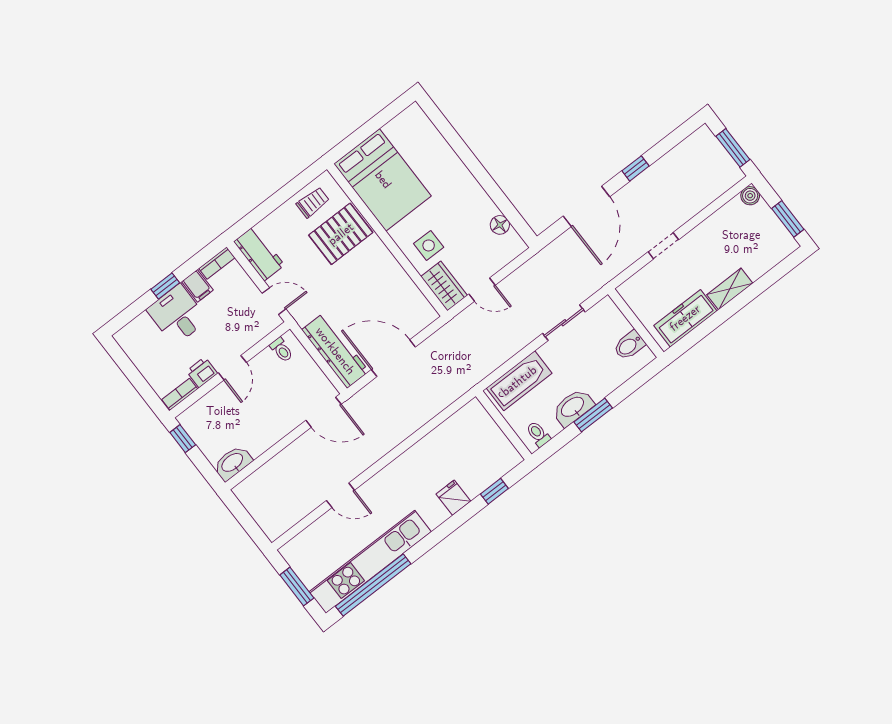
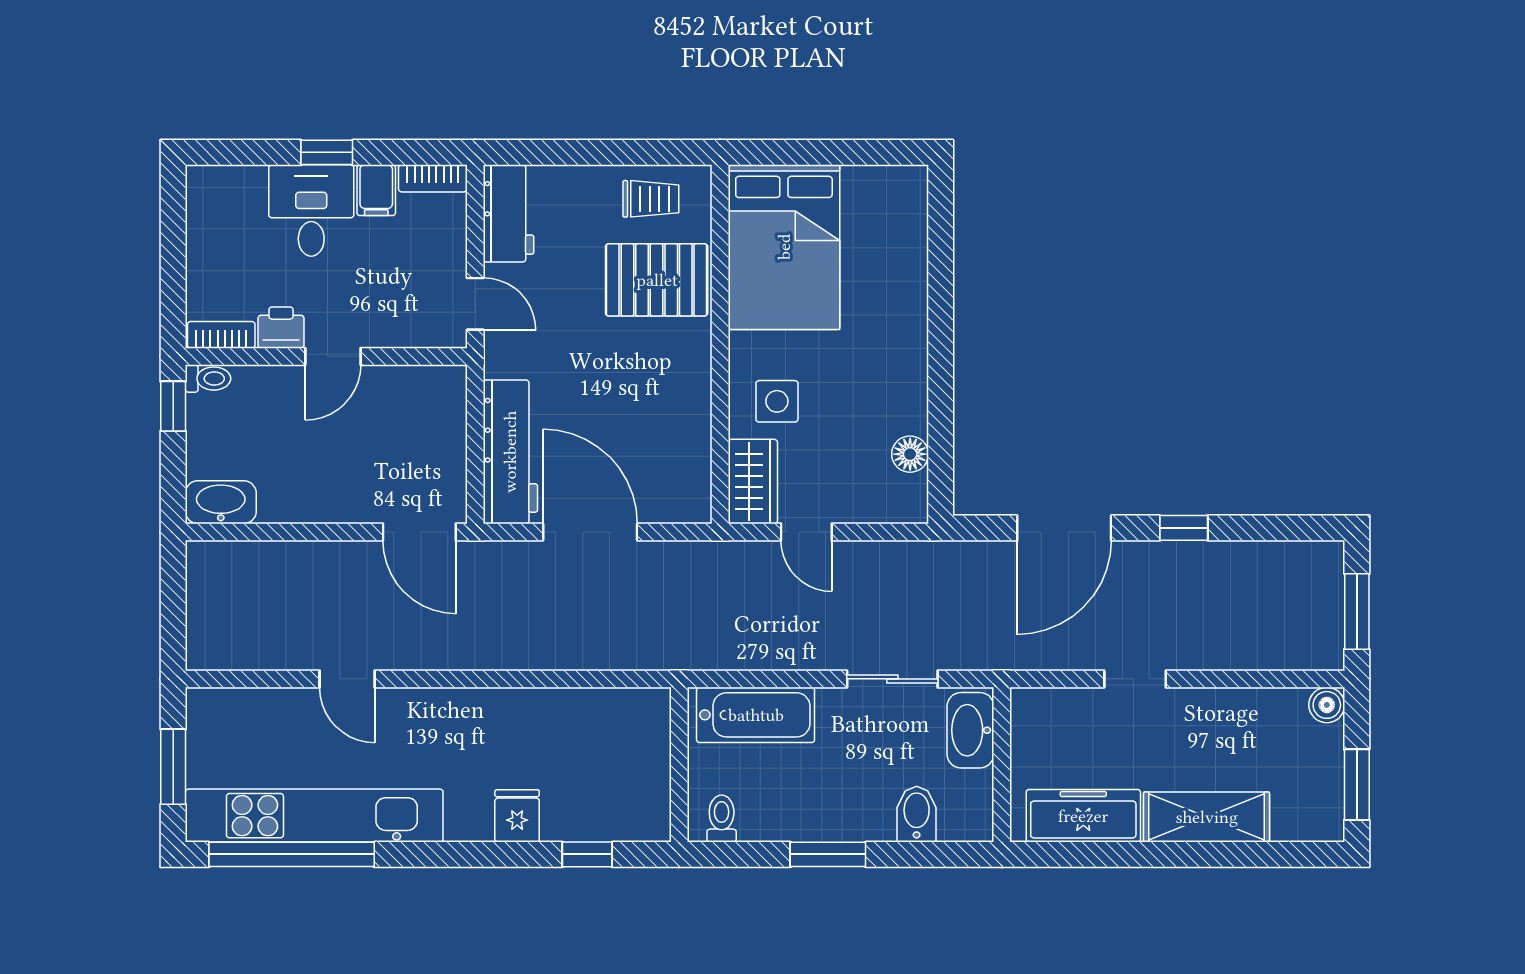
shelving: (730, 289) -> (1207, 817), width x1.50, depth x1.33
bidet: (629, 345) -> (917, 814), moved, turned 90
toilet: (281, 350) -> (208, 379), moved, turned -90
washbasin: (573, 407) -> (970, 730), moved, turned -90

